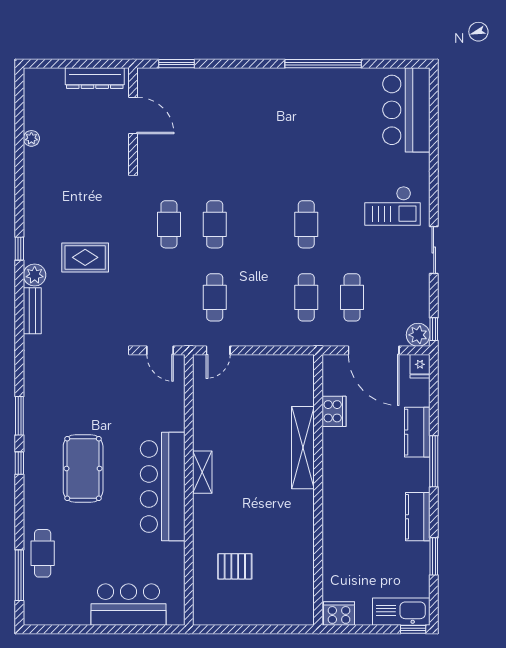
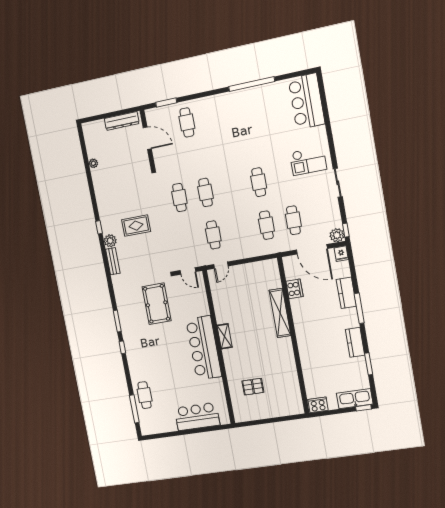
cafe table: (205, 103) -> (187, 122), added
pool table: (83, 469) -> (157, 304), moved

